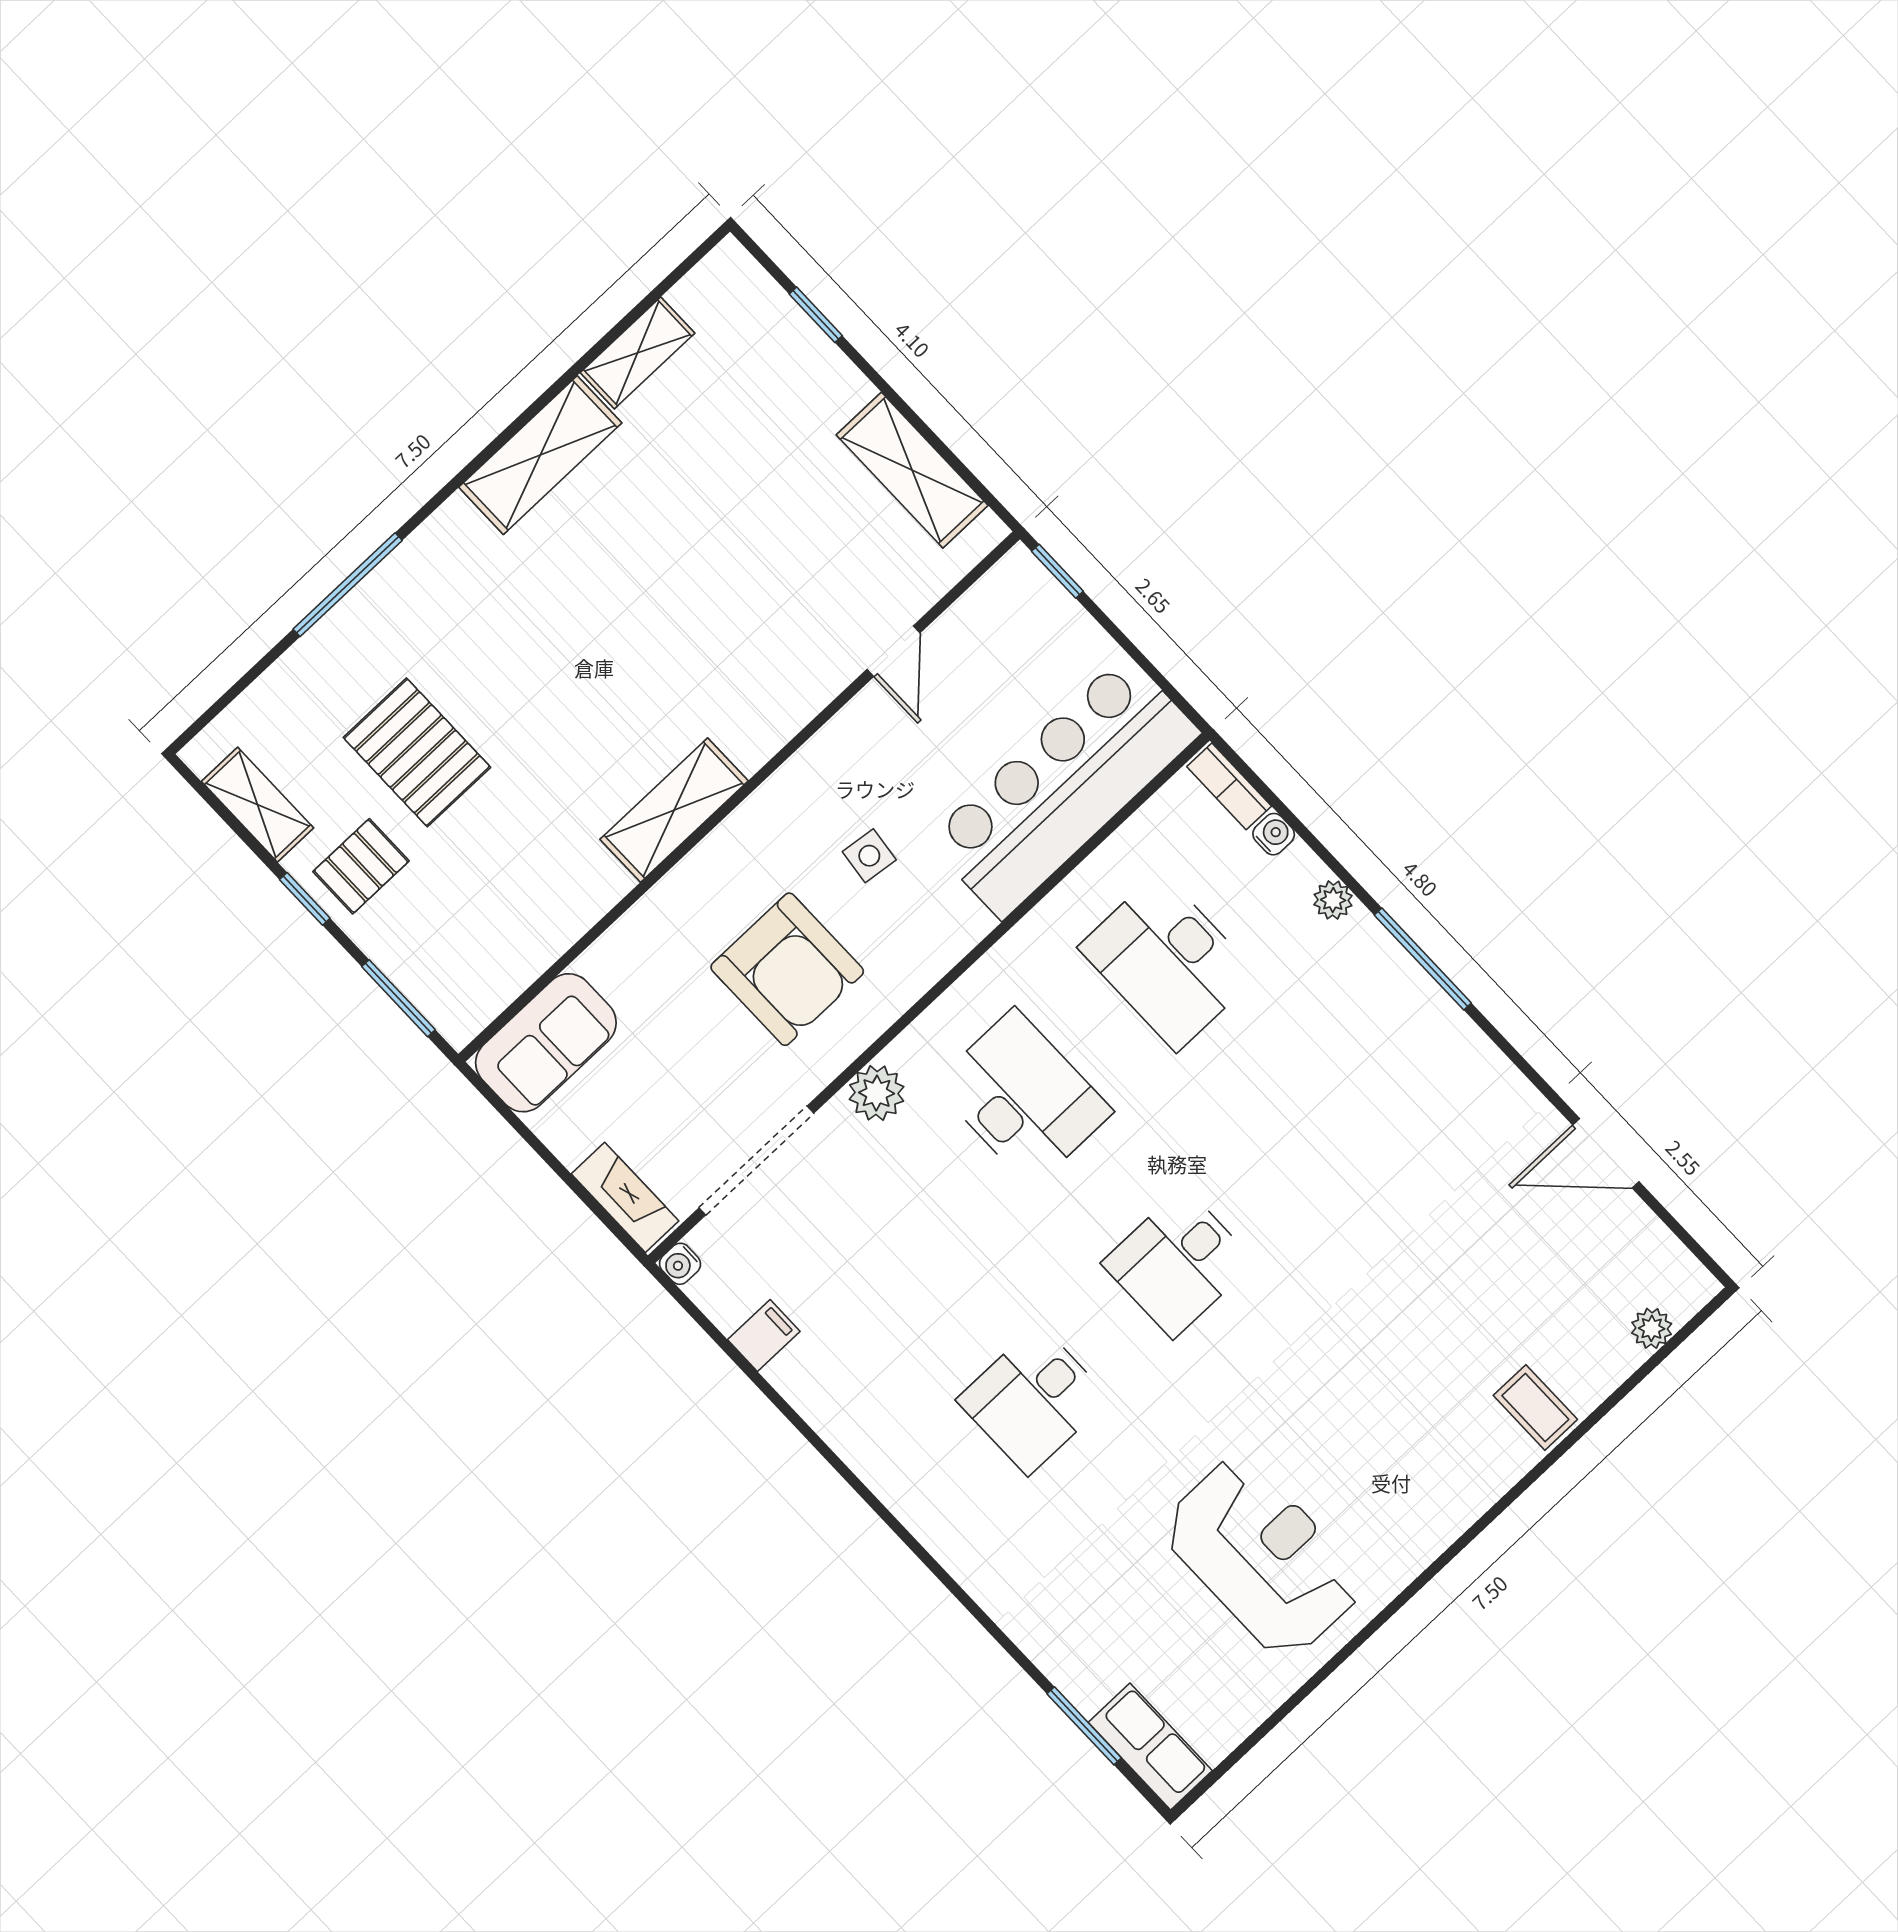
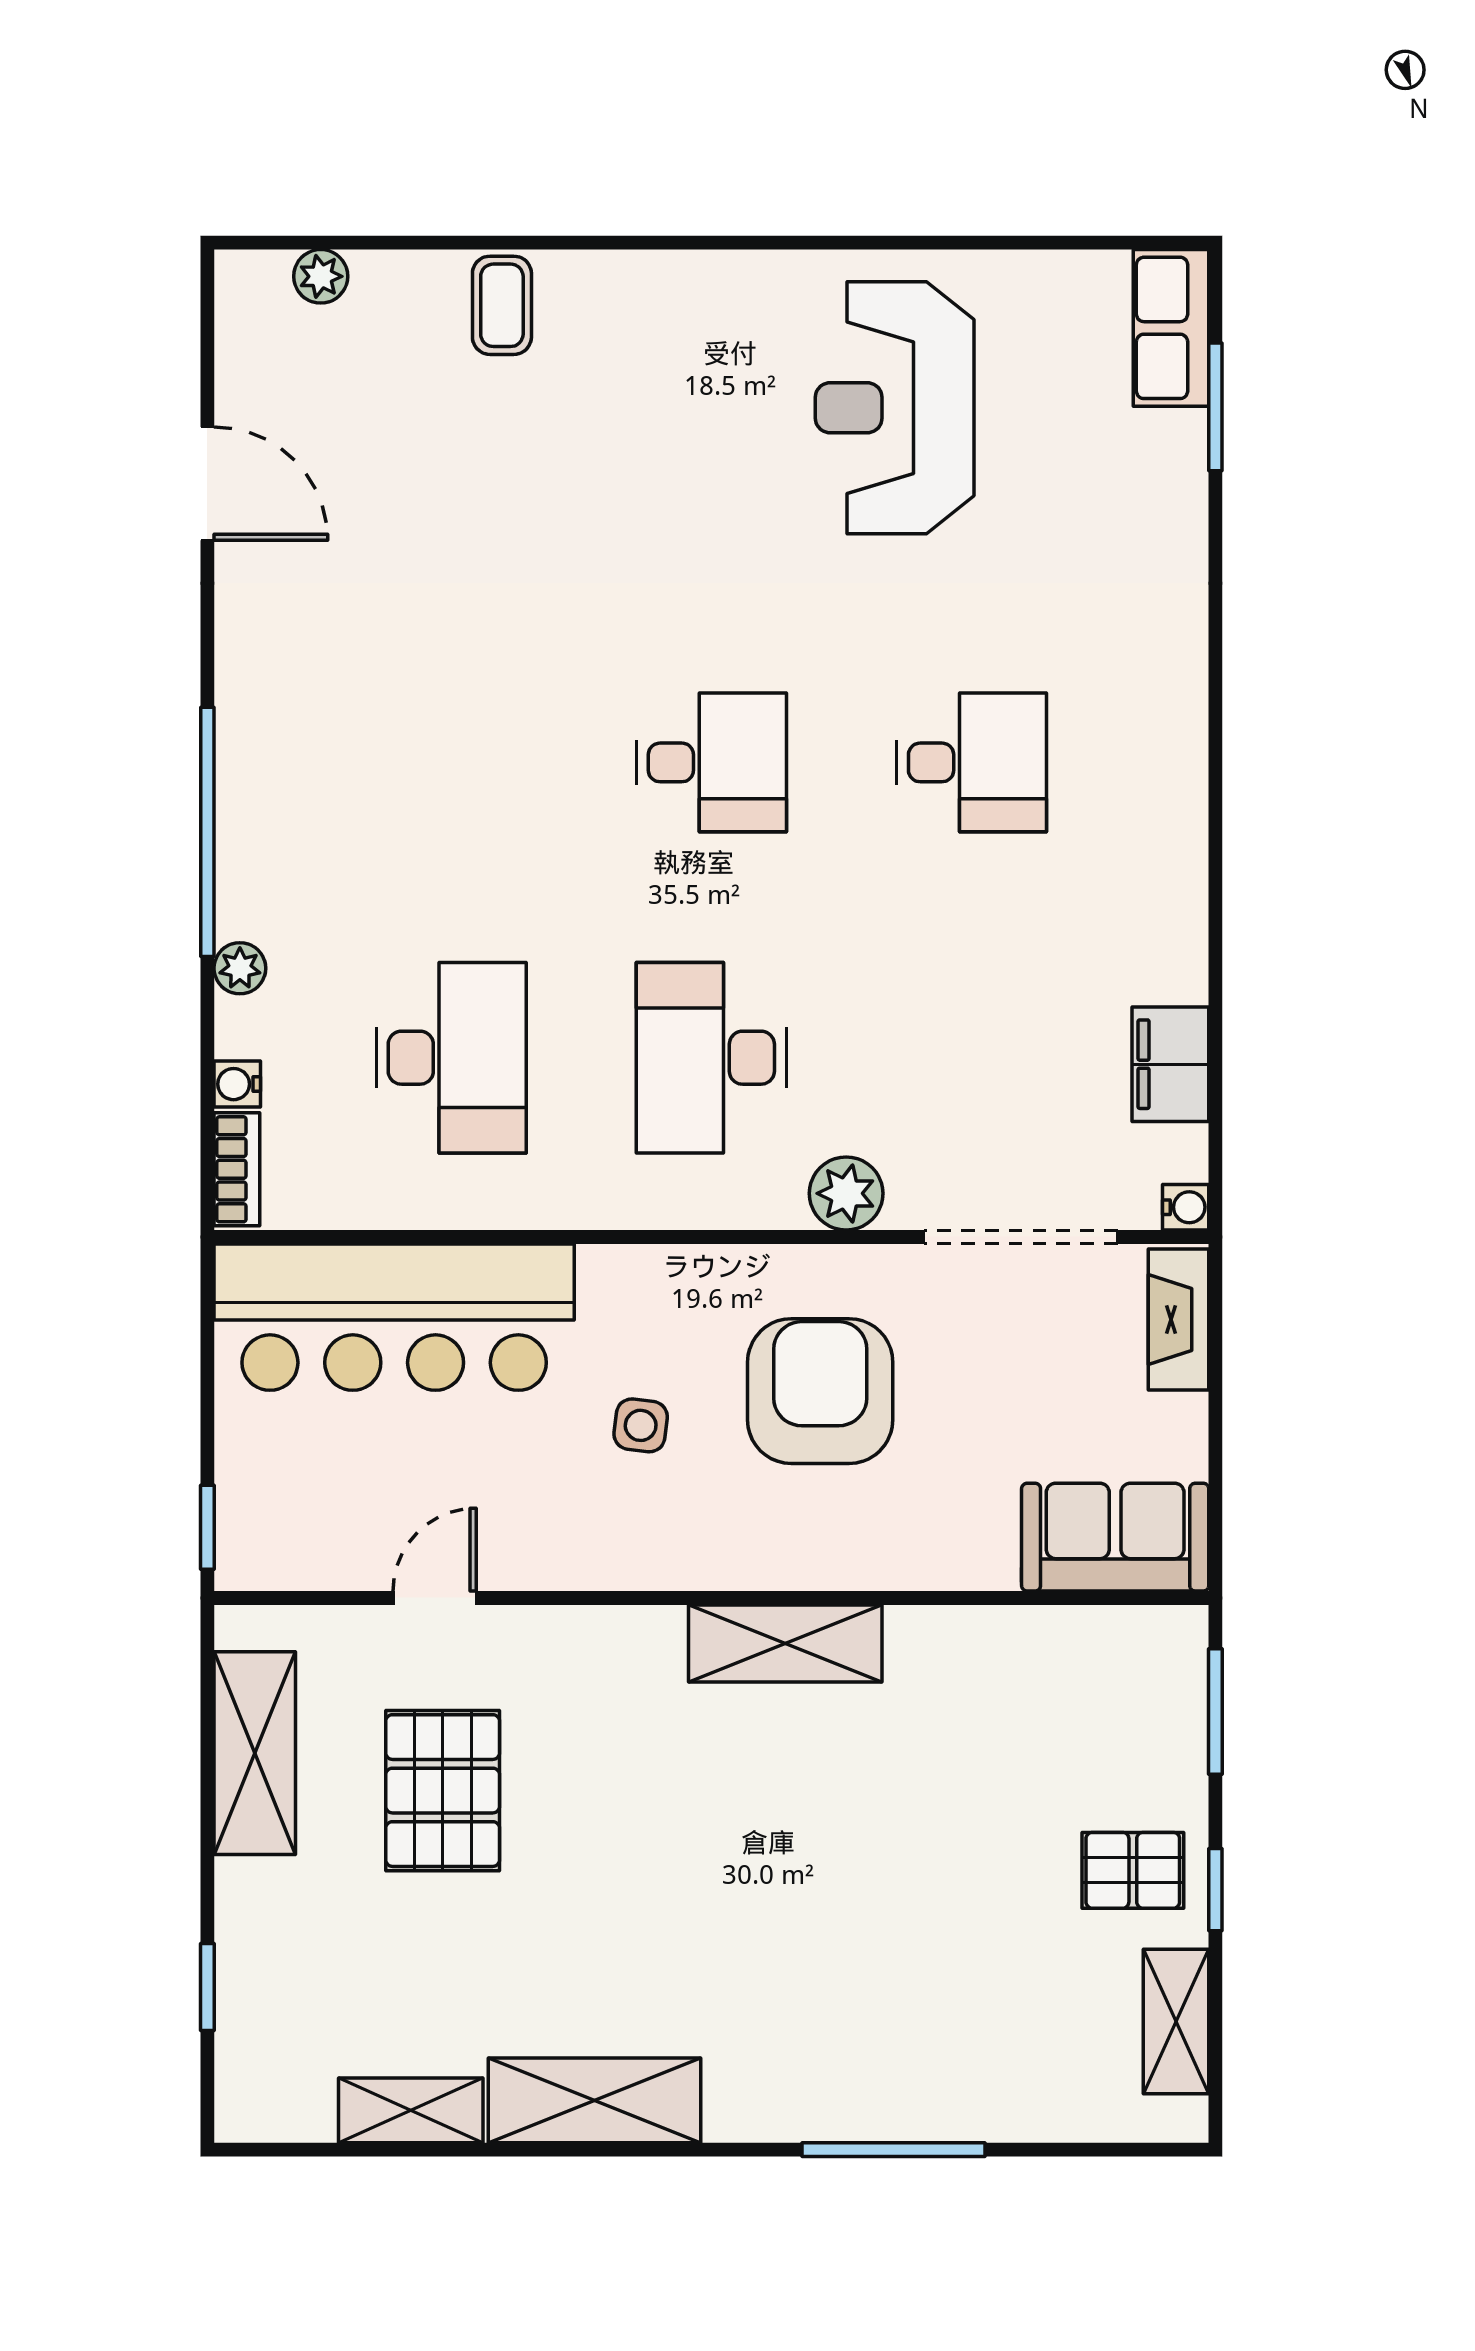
pallet: (417, 752) -> (443, 1791), moved
window: (1423, 959) -> (207, 832), width x1.46
filing cabinet: (764, 1336) -> (1170, 1064), width x2.00

